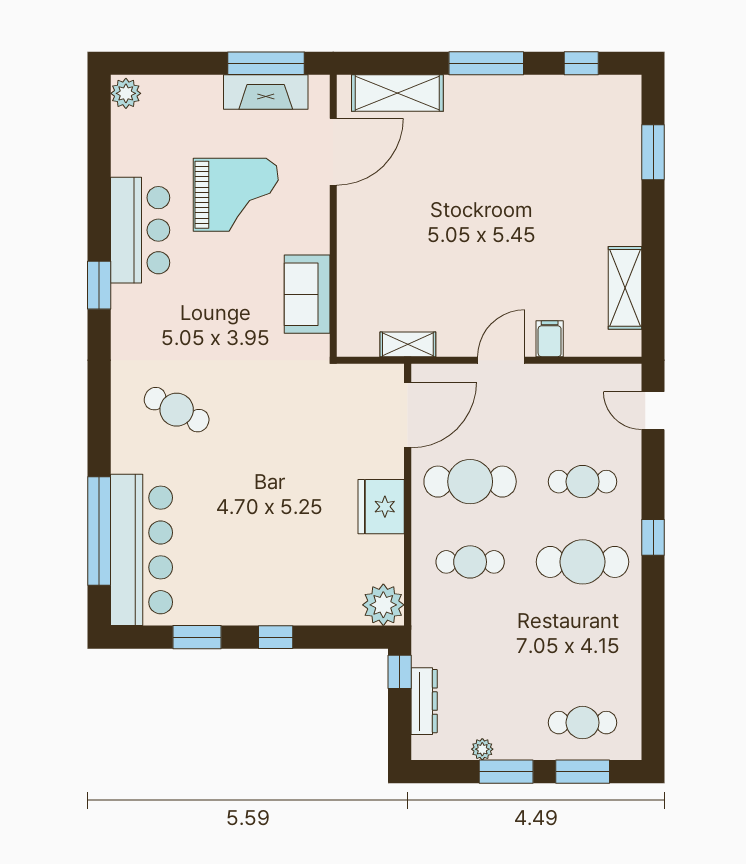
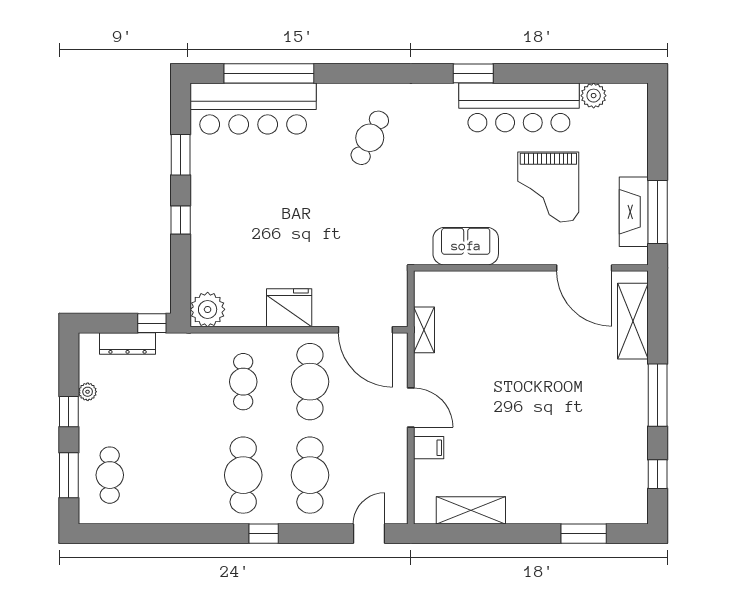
plant: (126, 93) -> (594, 96), moved
bar counter: (140, 230) -> (519, 107), width x1.36
cafe table: (583, 482) -> (310, 475), width x1.37, depth x1.35
window: (506, 772) -> (69, 412), width x0.67

